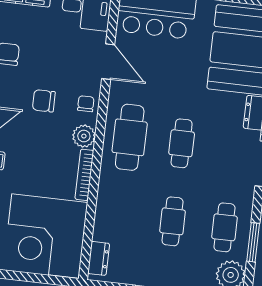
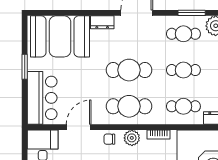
cafe table: (182, 143) -> (129, 70), width x1.37, depth x1.35
bookcase: (84, 175) -> (158, 135), width x0.64
cafe table: (121, 215) -> (183, 106), added

